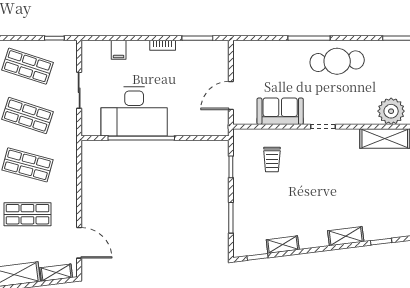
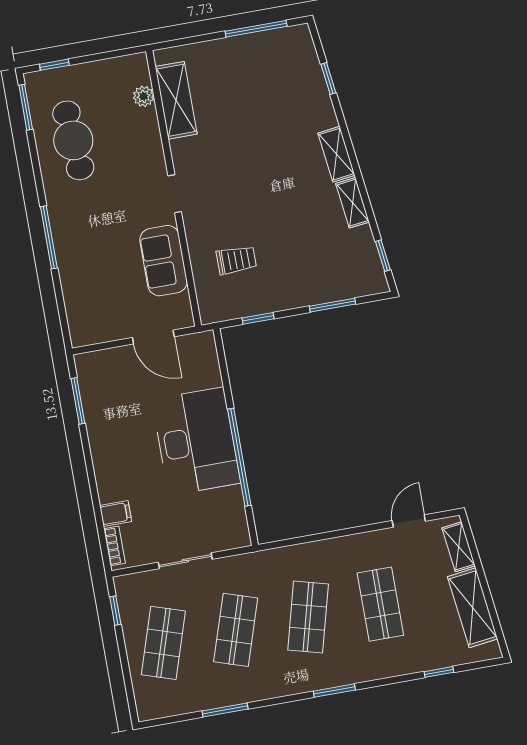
bookcase: (163, 45) -> (115, 546), moved
cafe table: (337, 61) -> (73, 140), moved
plant: (391, 111) -> (144, 96), width x0.53, depth x0.53
desk: (134, 112) -> (196, 441), moved
shelving: (346, 236) -> (336, 154), moved
door: (79, 243) -> (409, 521), width x0.73
shelving: (283, 245) -> (352, 203), moved

